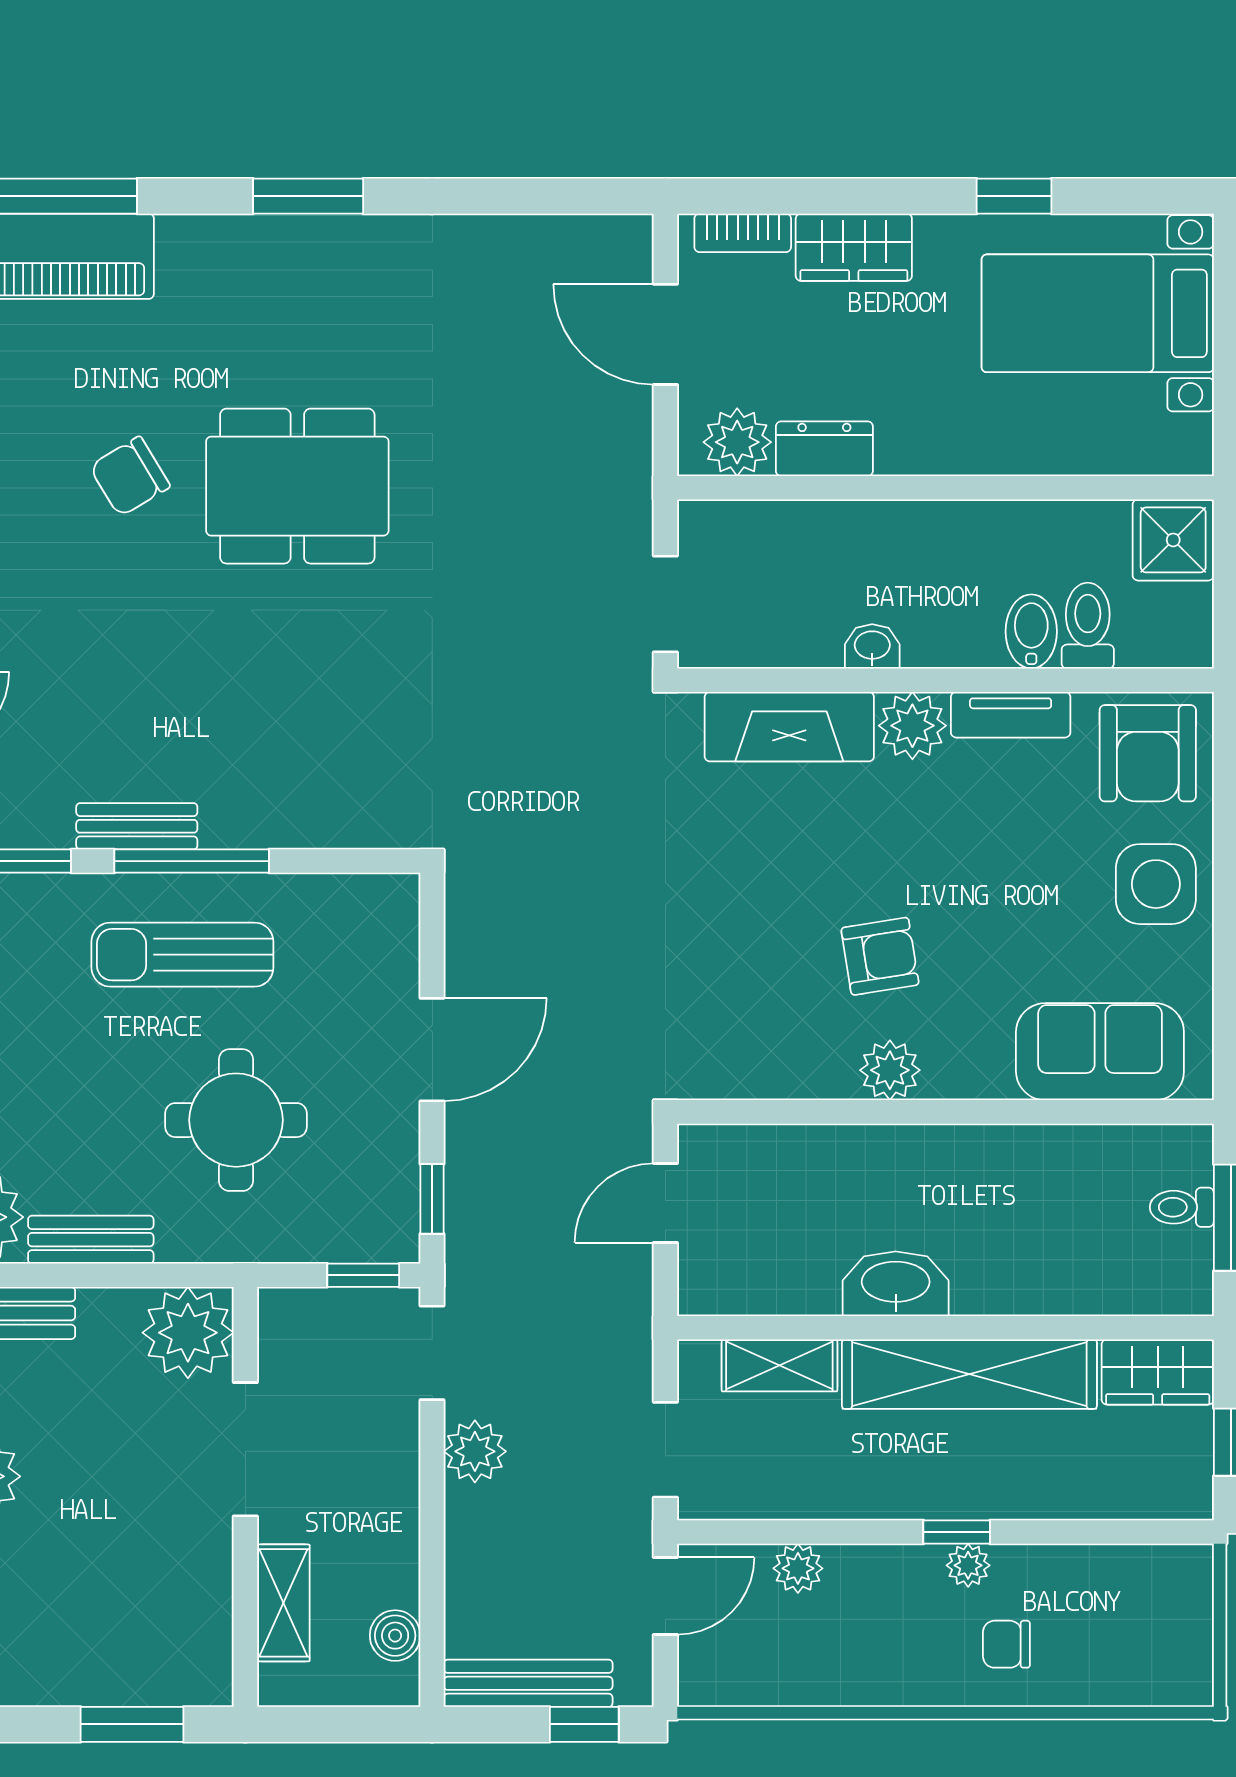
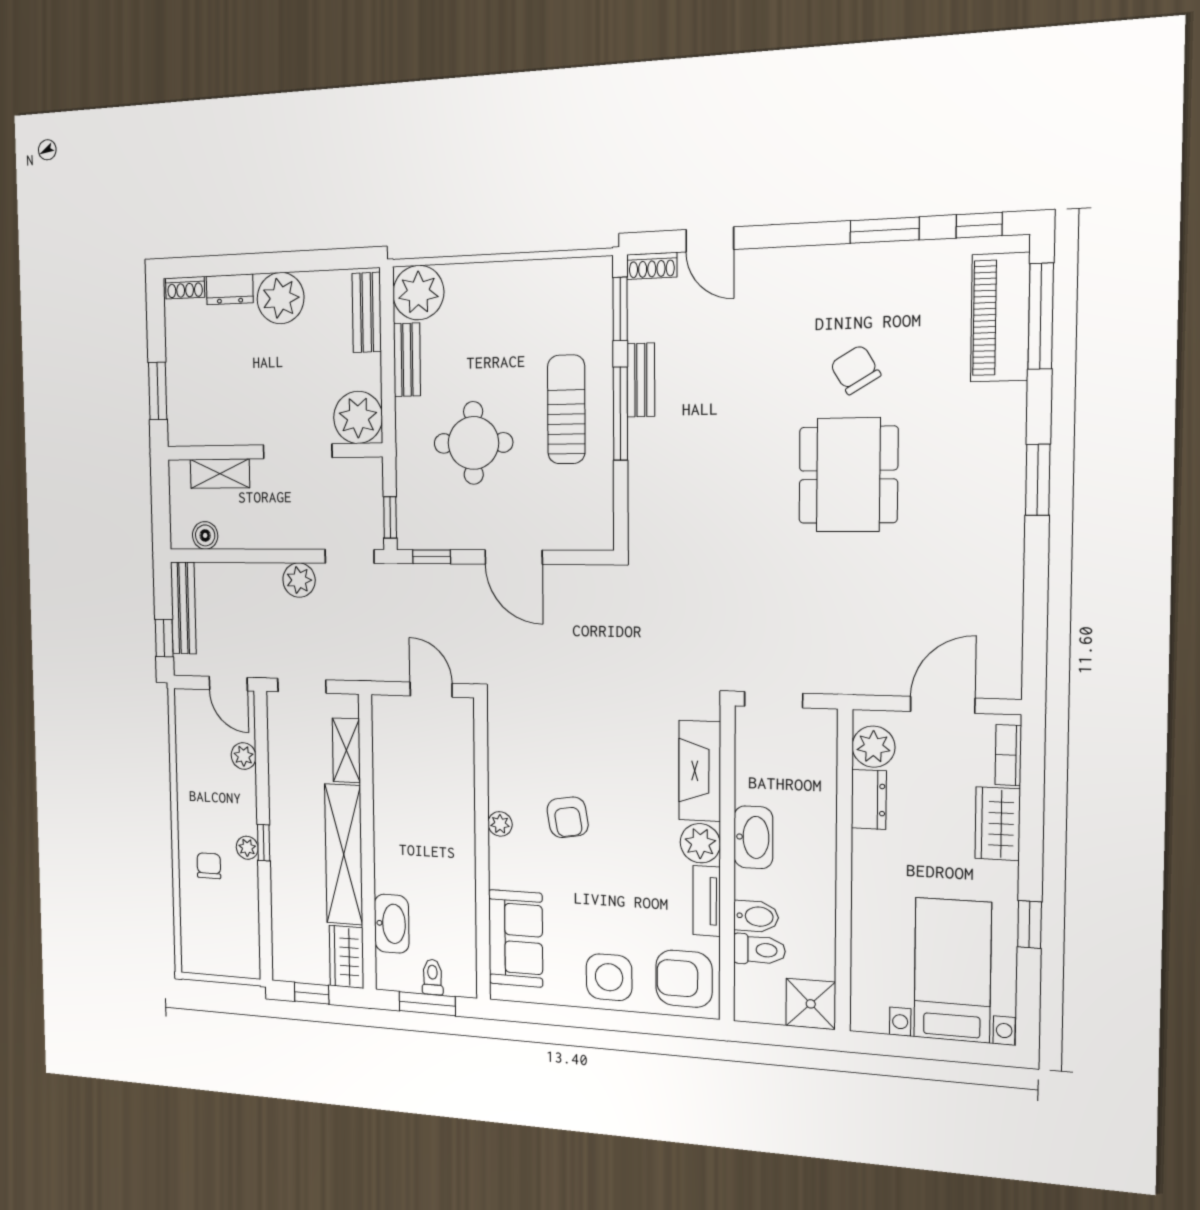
washbasin: (872, 646) -> (753, 837), width x1.91, depth x1.45
plant: (890, 1070) -> (500, 824), width x0.73, depth x0.73
washbasin: (896, 1284) -> (392, 924), moved

